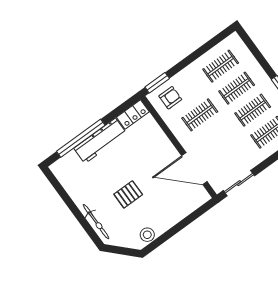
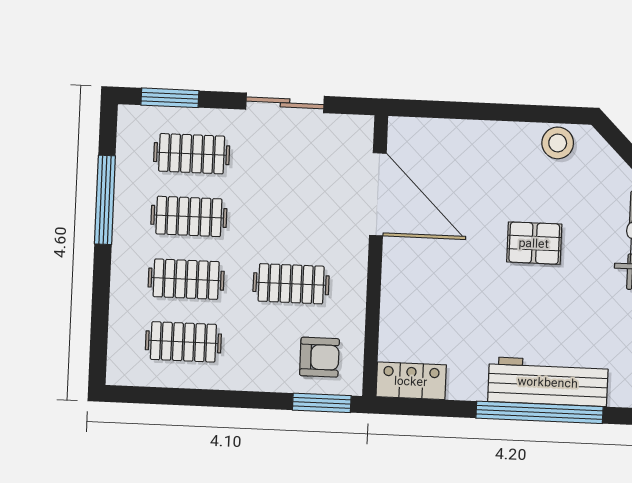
armchair: (170, 98) -> (319, 357), turned 180
workbench: (100, 141) -> (548, 382), moved
sliding door: (239, 183) -> (285, 103), moved

